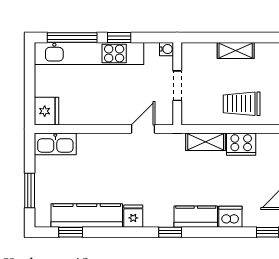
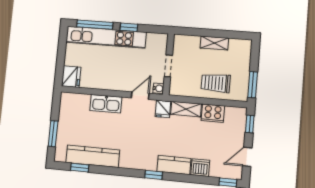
water cooler: (167, 49) -> (158, 88), moved
kitchen sink: (55, 144) -> (106, 104), moved
fridge: (133, 216) -> (163, 109), moved, turned 180

